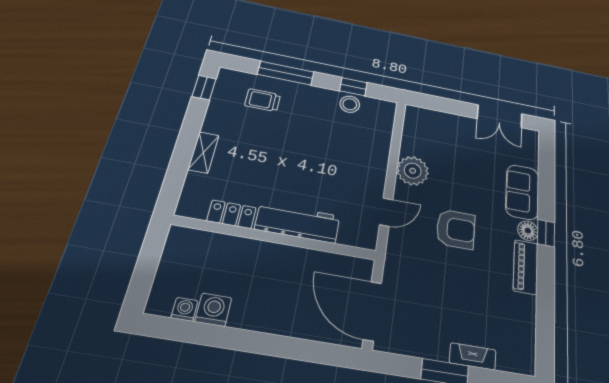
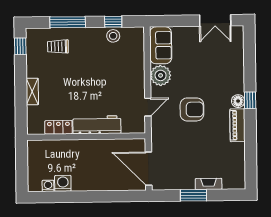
sofa: (522, 192) -> (161, 45), moved, turned 180

